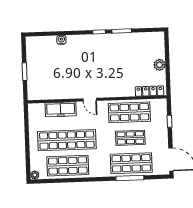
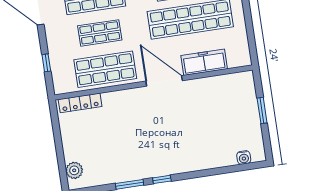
water cooler: (61, 40) -> (244, 158), moved
plant: (159, 65) -> (74, 170), moved
door: (90, 100) -> (164, 81), width x1.88

